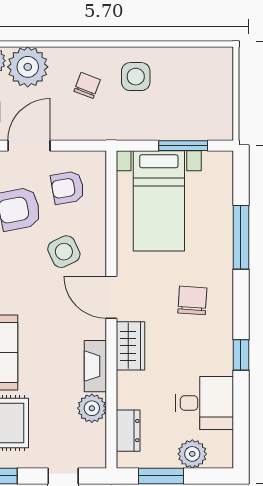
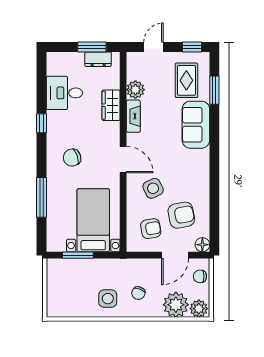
chair: (192, 300) -> (72, 158), turned 67
wardrobe: (131, 346) -> (111, 105), moved
dresser: (128, 431) -> (98, 59), moved, turned -90
plant: (192, 454) -> (72, 61), removed

